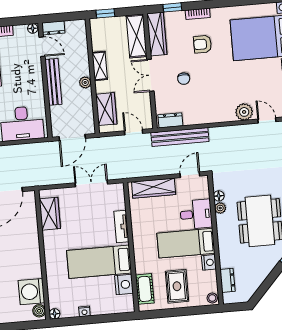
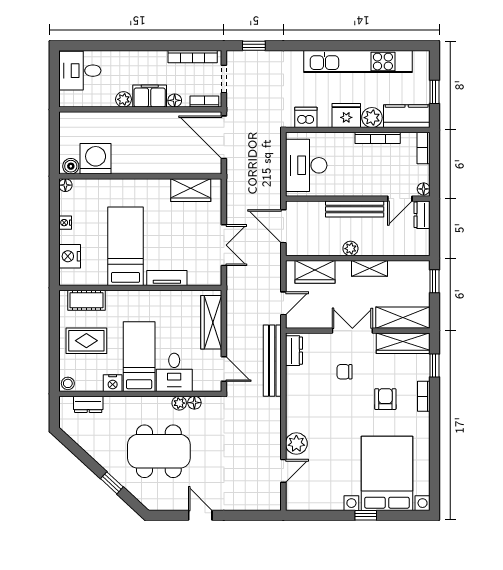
nightstand: (124, 284) -> (70, 256), moved, turned 90

